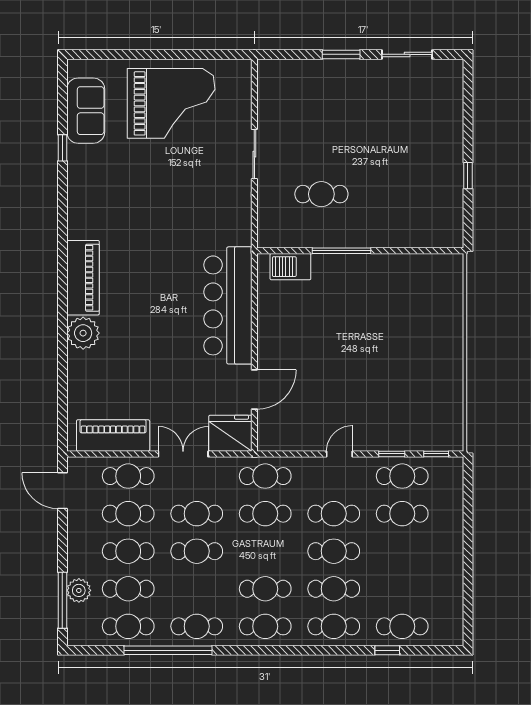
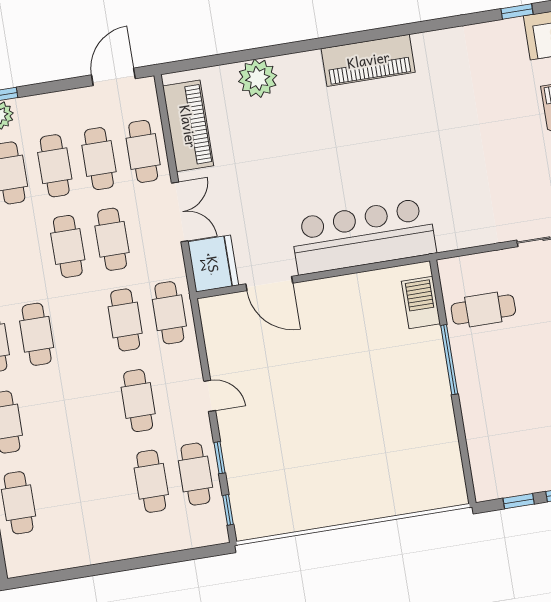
cafe table: (321, 194) -> (483, 309), moved, turned 90
window: (468, 212) -> (519, 501), added
plant: (83, 333) -> (258, 78), moved
cafe table: (334, 551) -> (94, 408), removed
cafe table: (334, 589) -> (50, 415), removed

